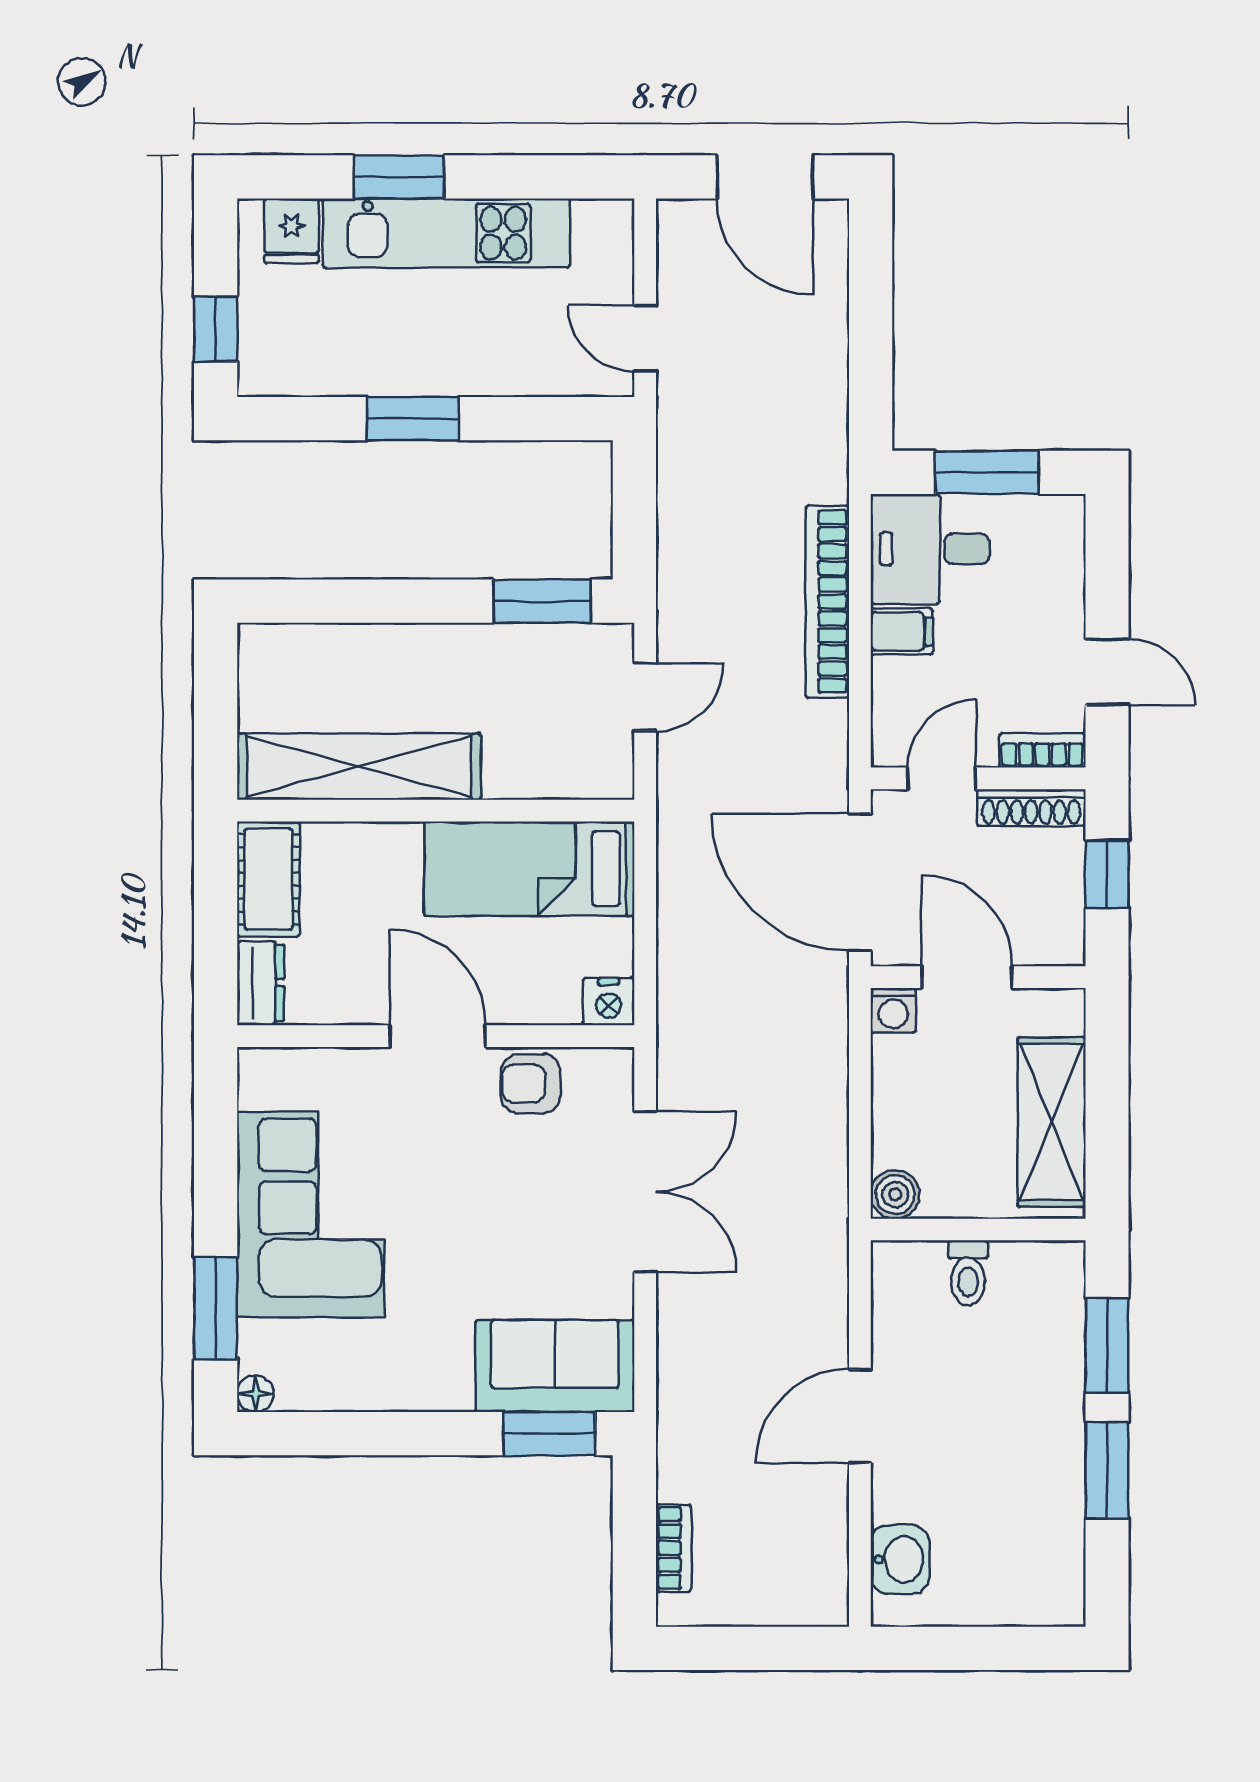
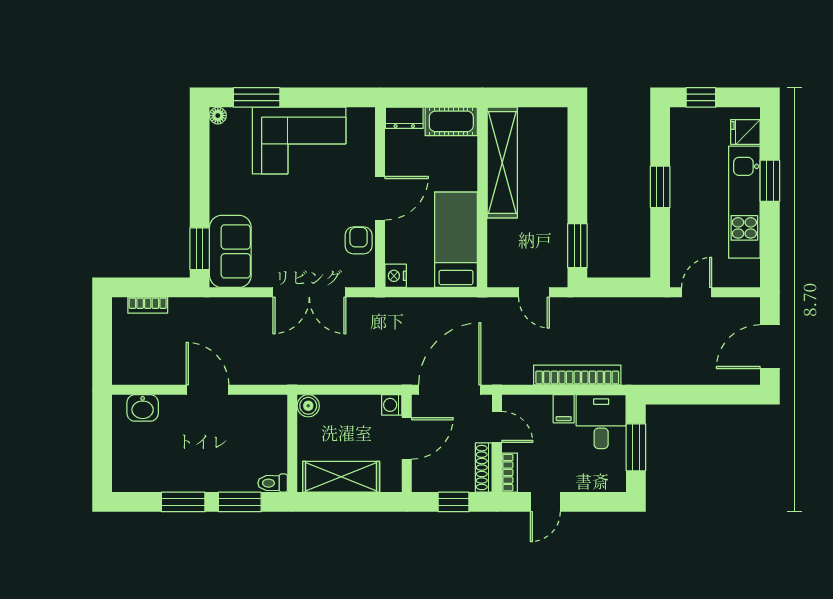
toilet: (968, 1273) -> (273, 483), moved

